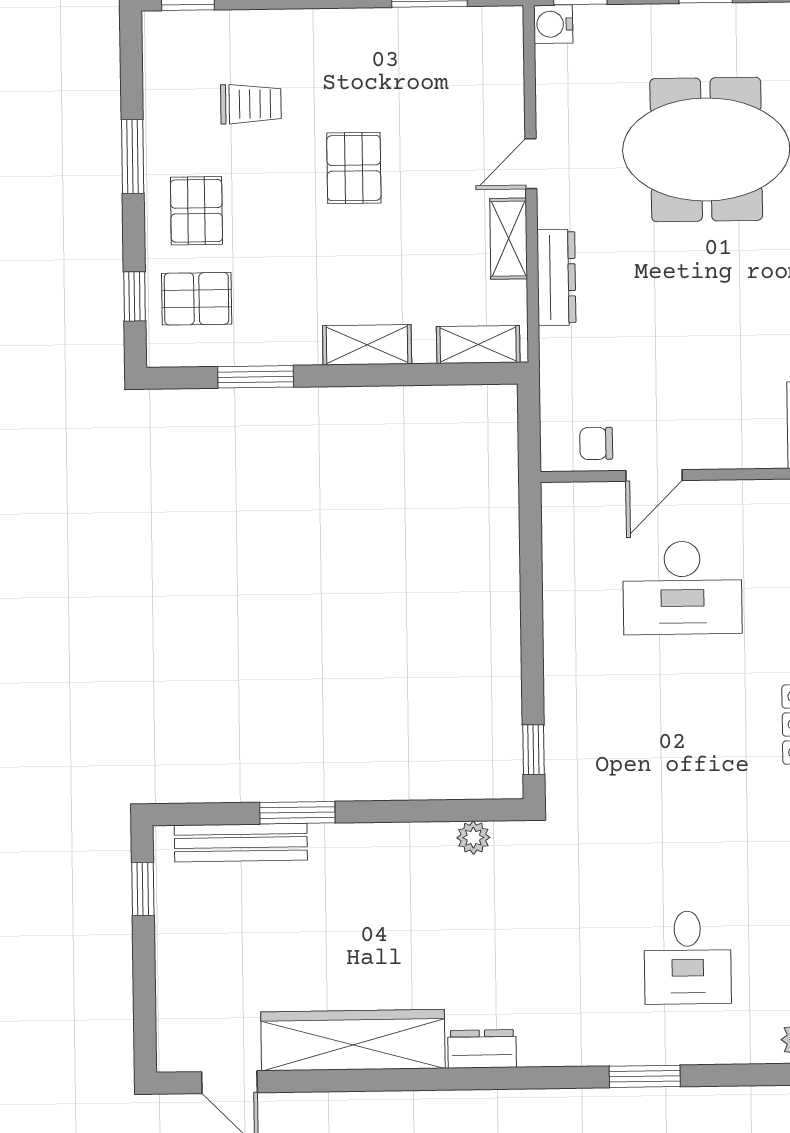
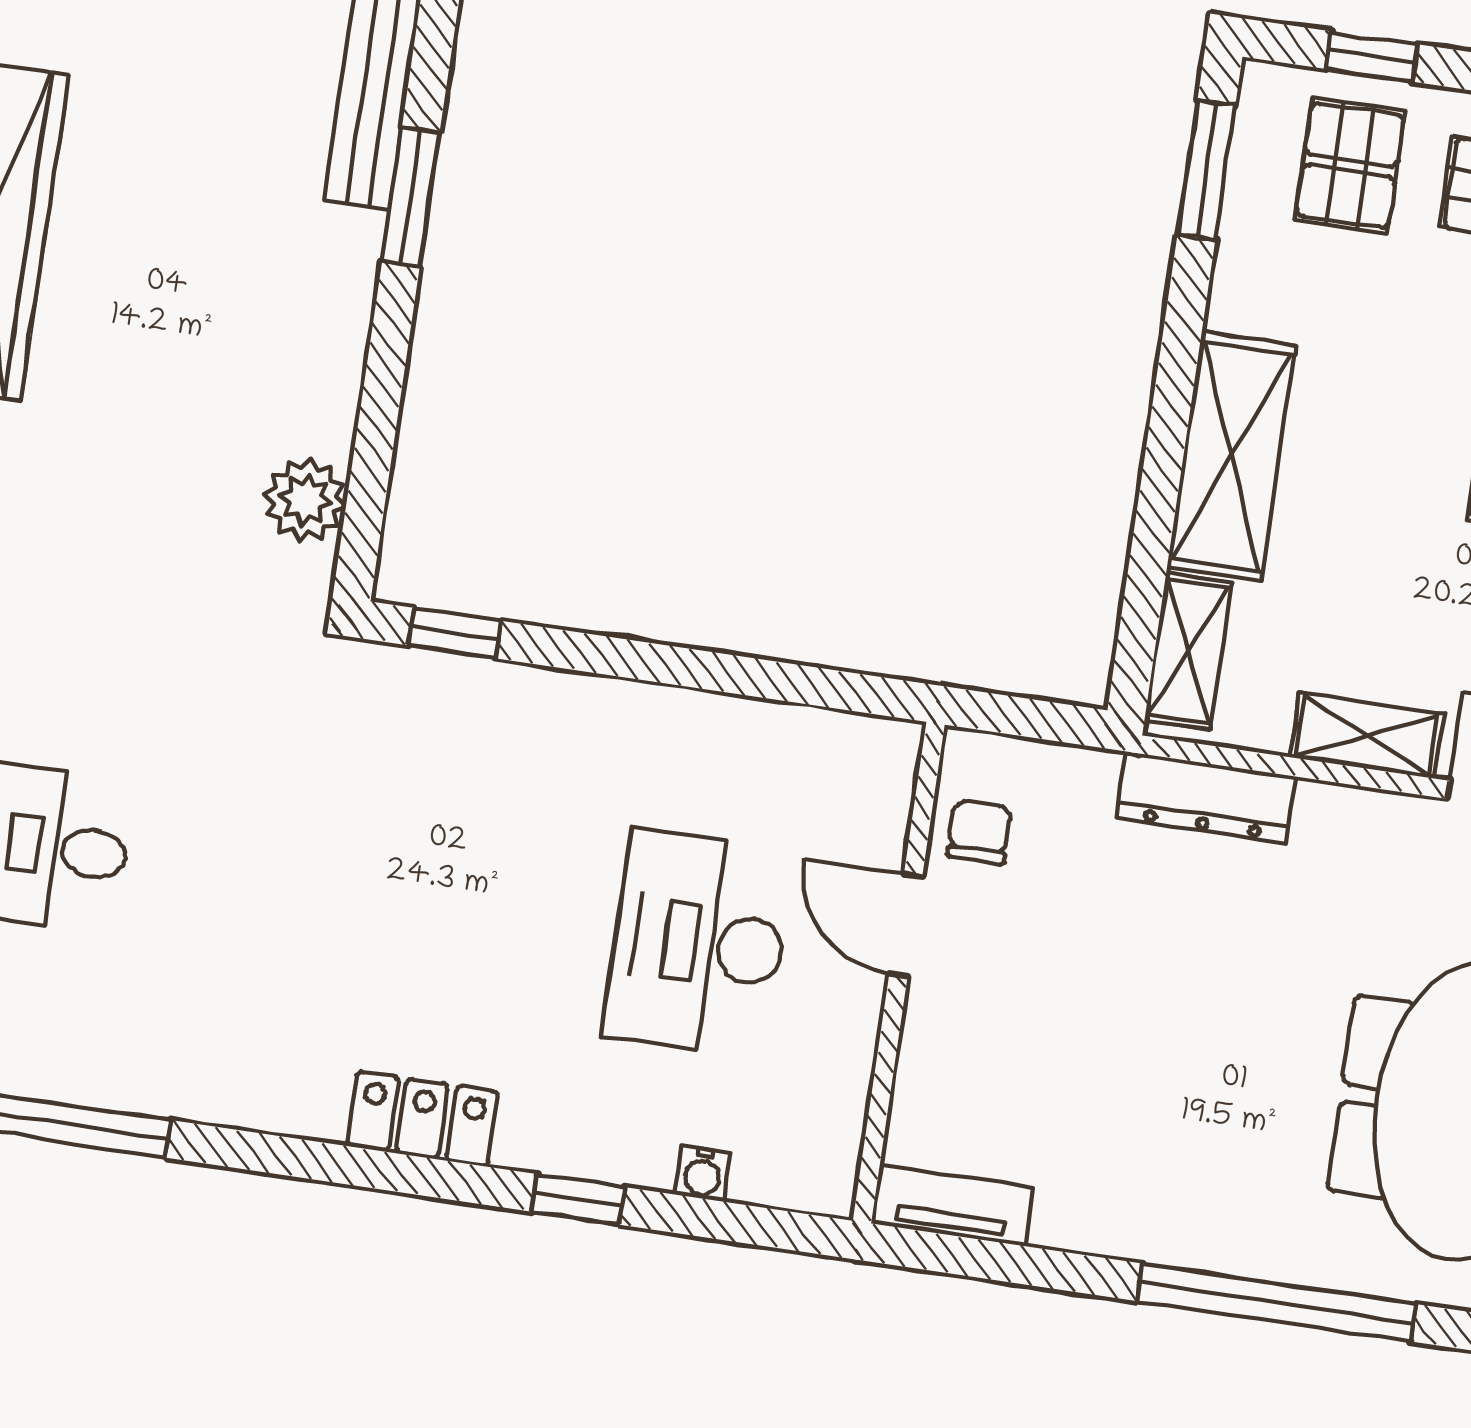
dresser: (556, 277) -> (1206, 797), moved
shelving: (367, 345) -> (1231, 456), width x1.50, depth x1.33
window: (256, 377) -> (1206, 170), moved
plant: (473, 838) -> (305, 500), width x1.38, depth x1.38

